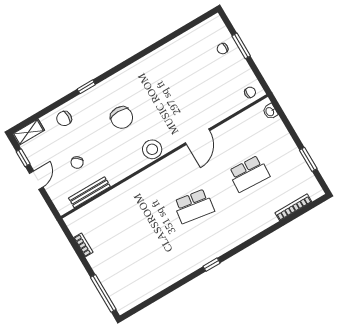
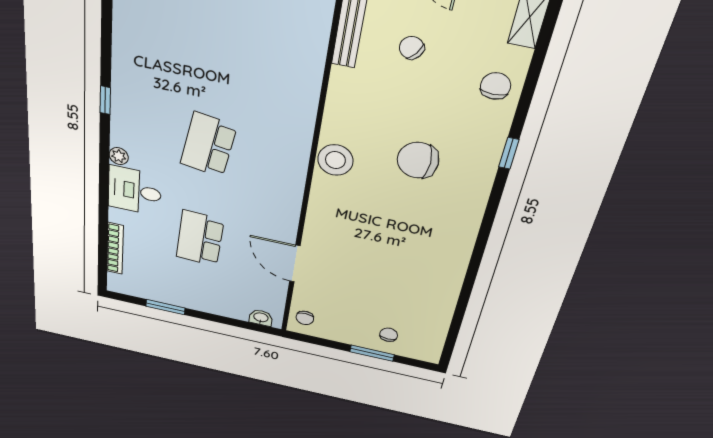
door: (198, 137) -> (295, 264), moved
desk: (249, 221) -> (135, 191), added
plant: (236, 240) -> (119, 156), added

